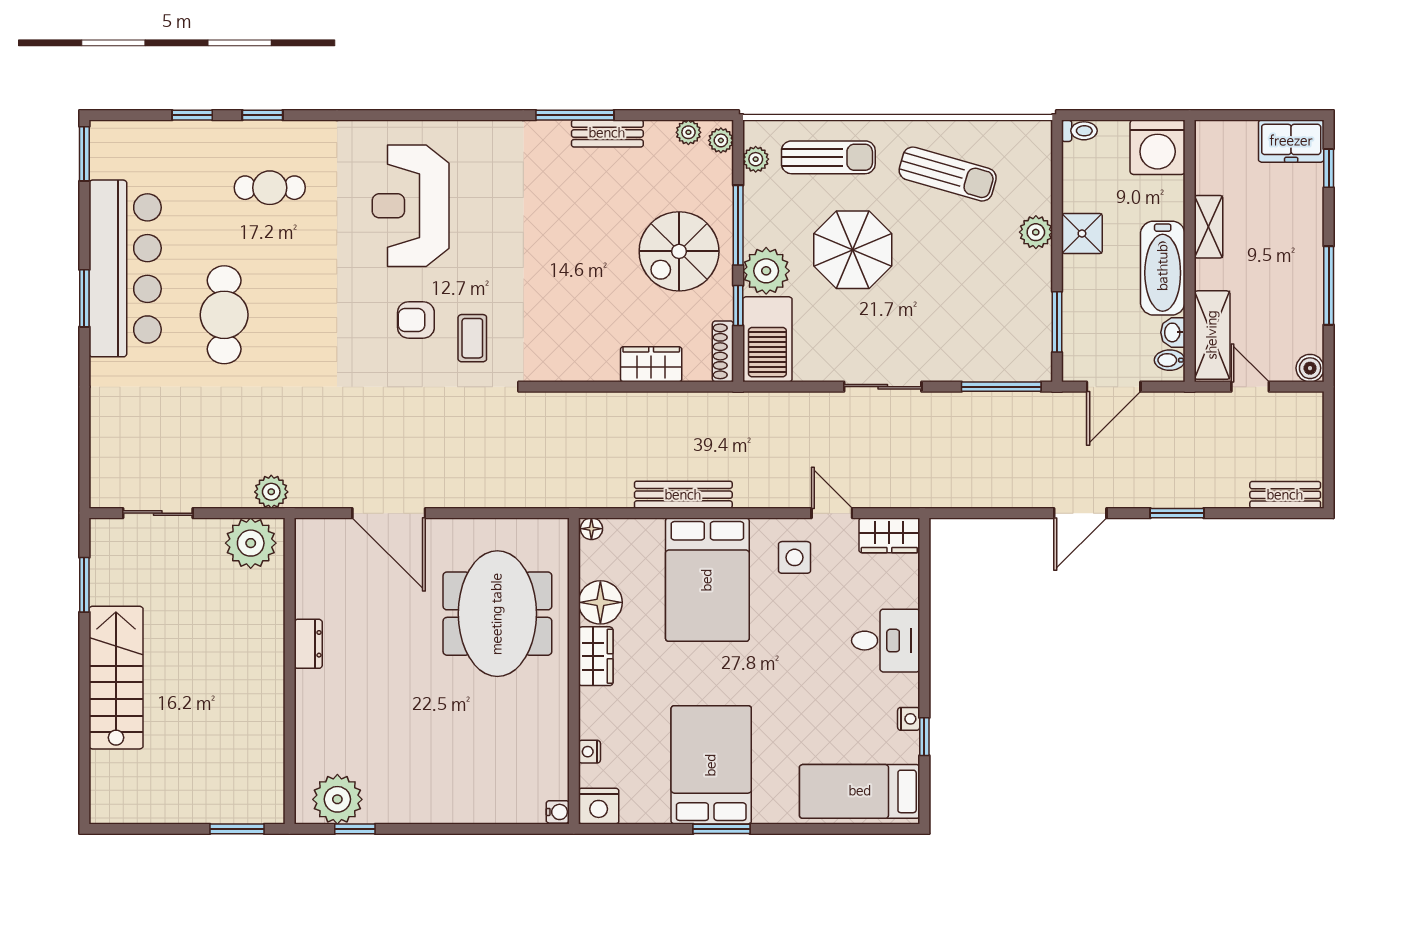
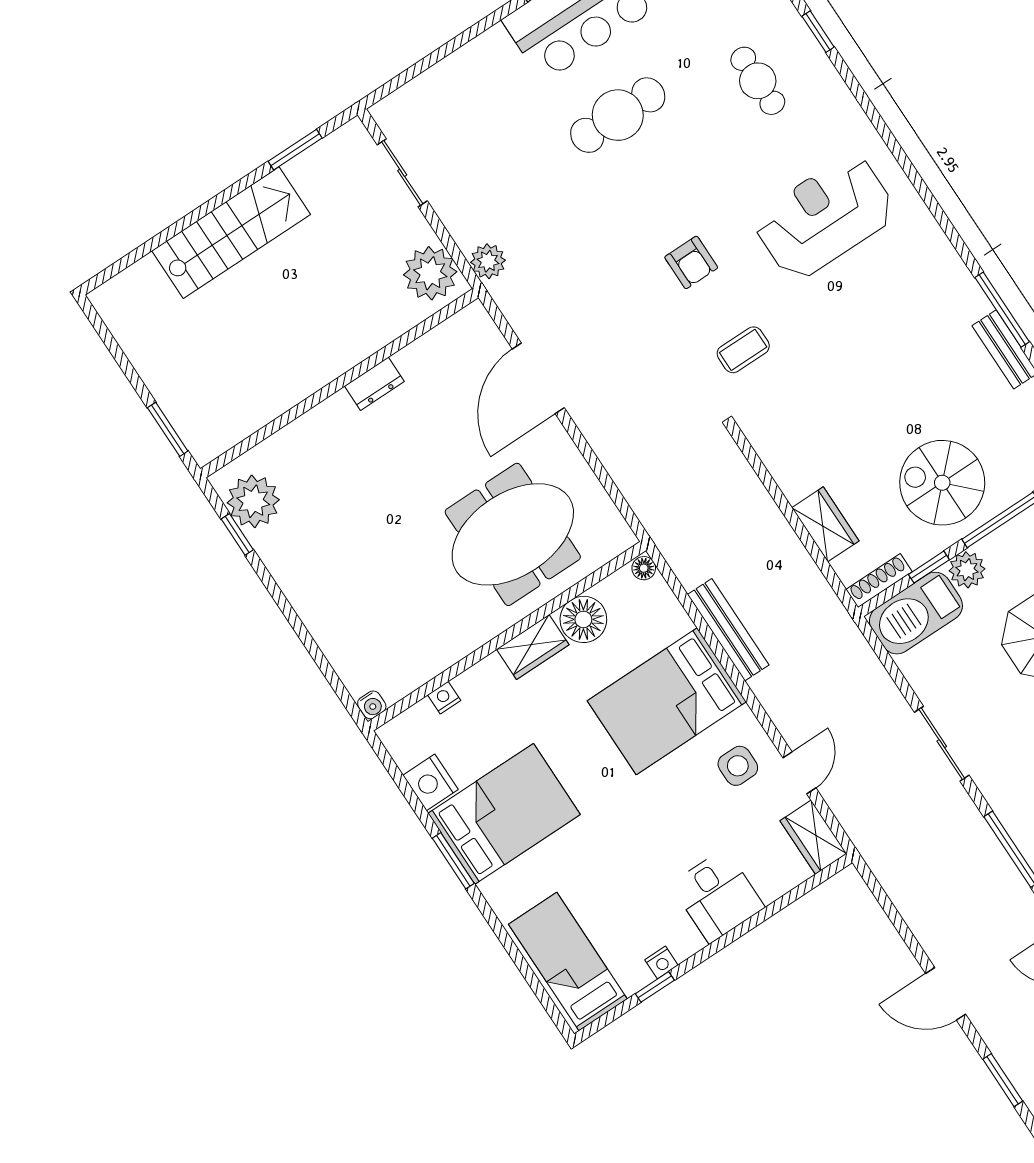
plant: (766, 271) -> (967, 570), width x0.73, depth x0.73
armchair: (416, 320) -> (691, 262), moved, turned 180
nightstand: (599, 806) -> (431, 782), moved

